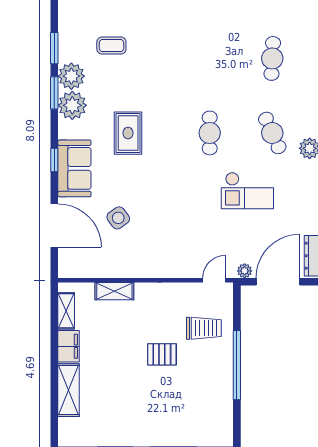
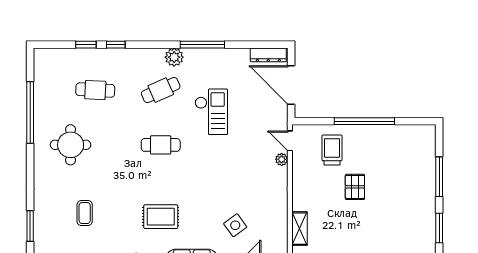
round table: (210, 30) -> (71, 145), added
coffee table: (111, 46) -> (85, 213), moved
plant: (245, 271) -> (282, 159), moved

